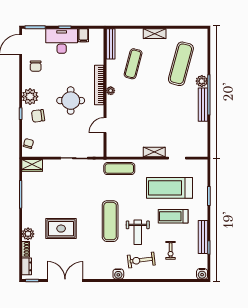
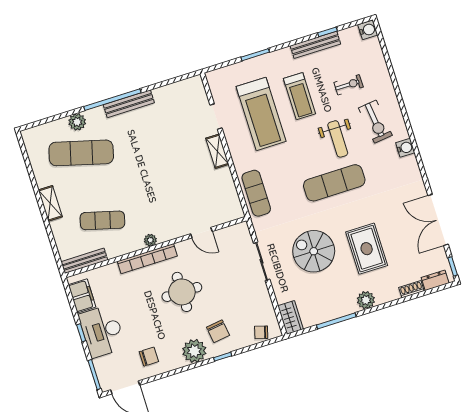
filing cabinet: (83, 35) -> (82, 296), width x2.00
plant: (202, 81) -> (77, 122), moved
spiral stairs: (70, 194) -> (314, 251), added
weight bench: (138, 232) -> (338, 139), turned 90
plant: (28, 234) -> (366, 300), moved

